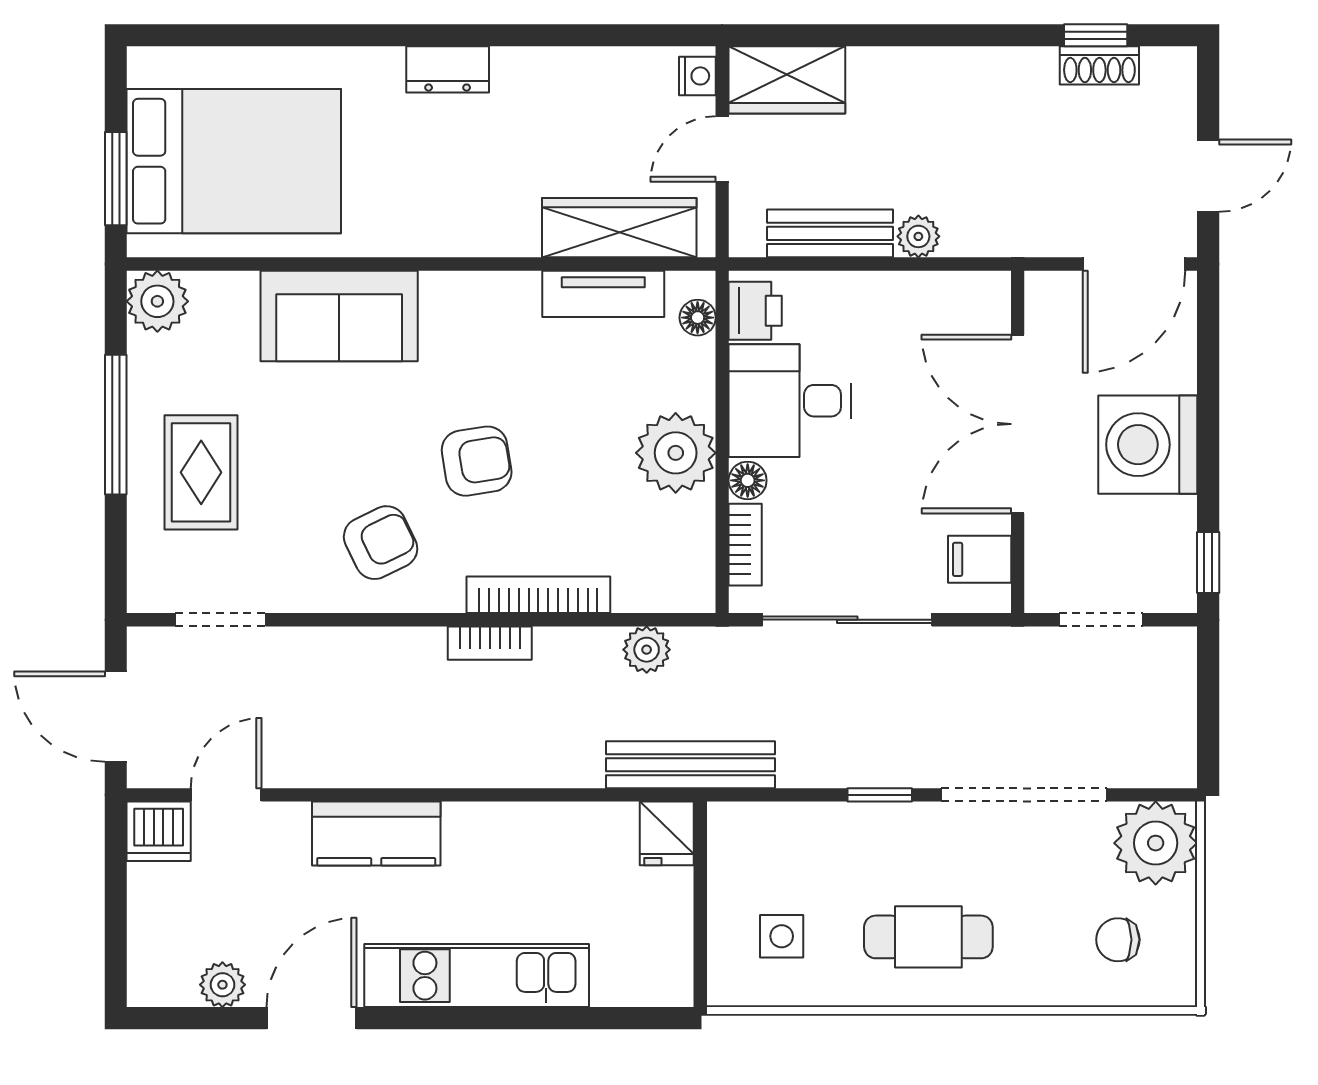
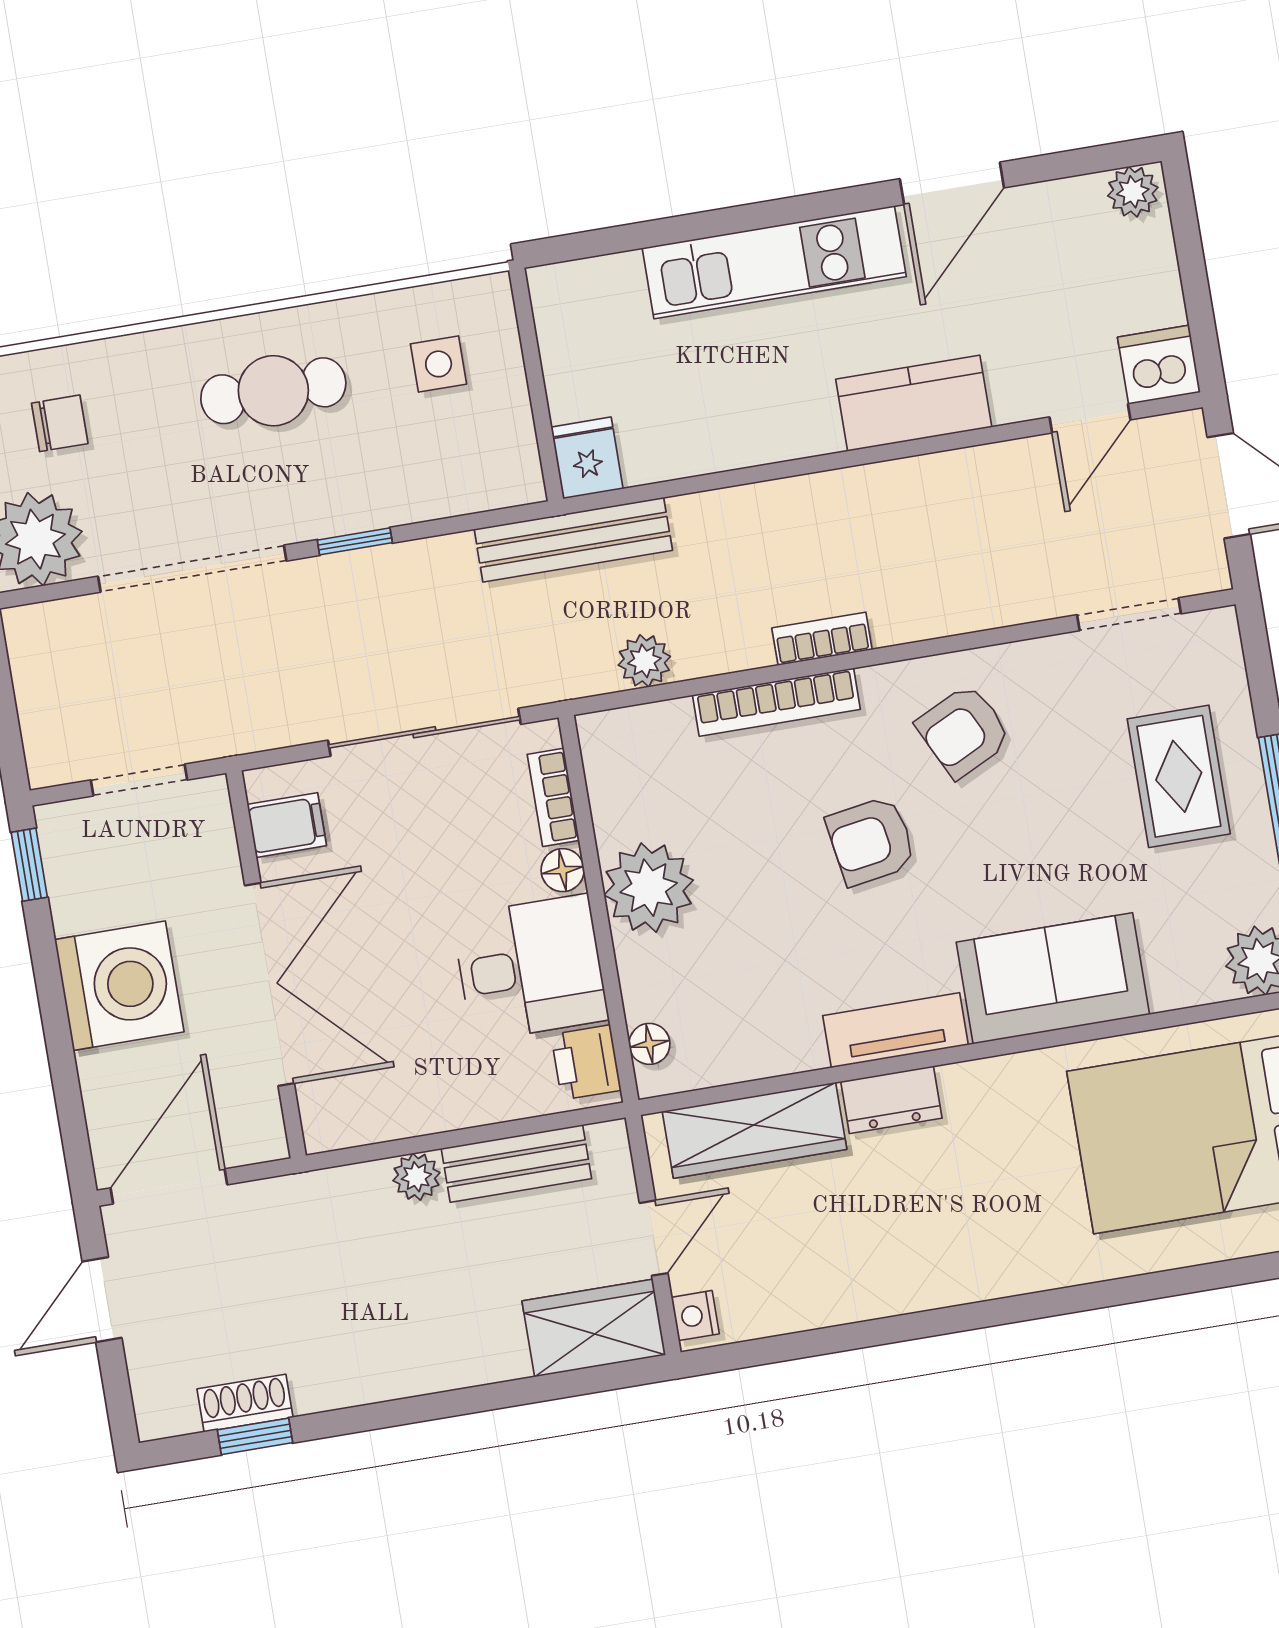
dresser: (448, 69) -> (891, 1100), moved, turned 180
tv unit: (603, 294) -> (895, 1030), moved
plant: (222, 985) -> (1133, 192), moved

